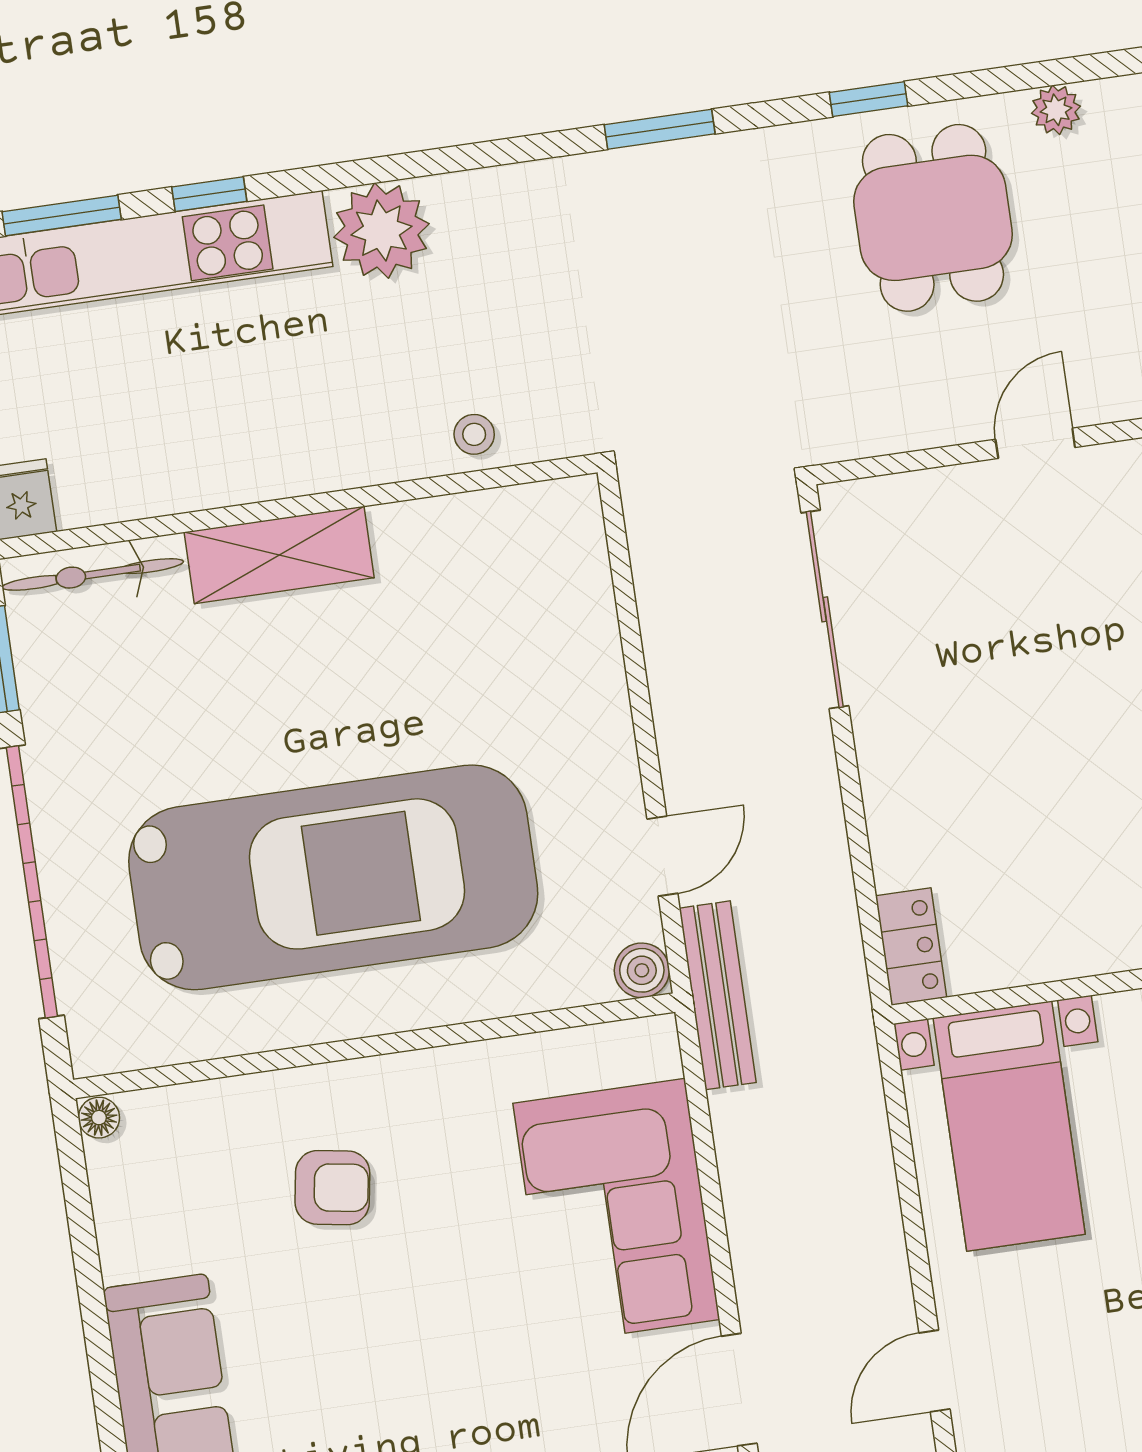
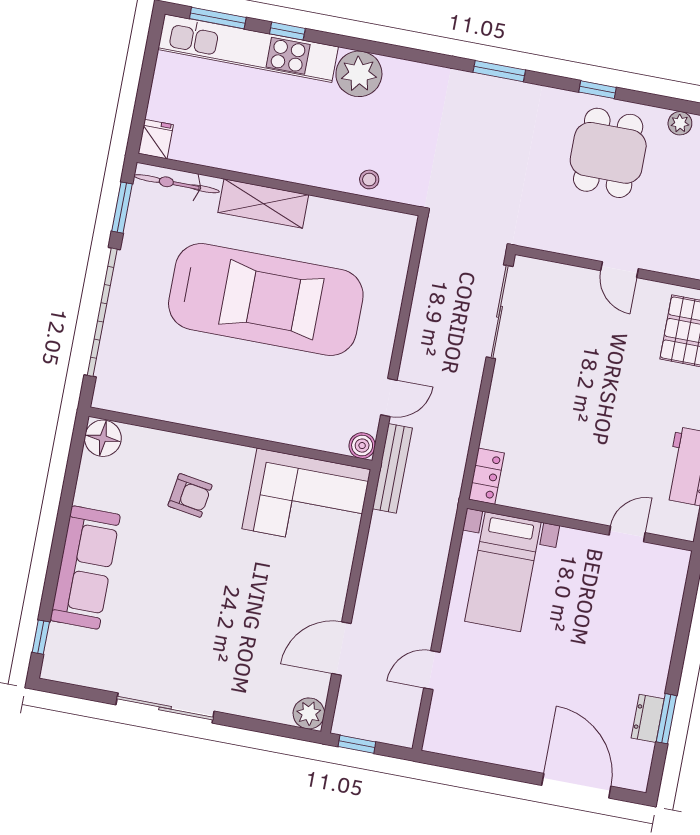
door: (1035, 443) -> (619, 270), swing flipped
car: (333, 877) -> (266, 299), moved
floor lamp: (99, 1118) -> (103, 438), width x1.89, depth x1.89
corner sofa: (616, 1211) -> (306, 499), moved, turned -90

